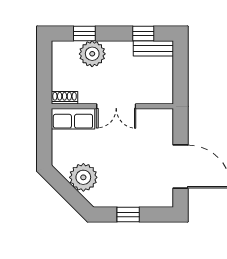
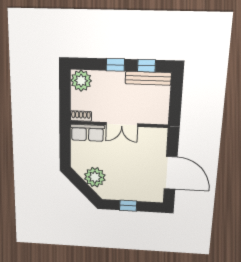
window: (84, 34) -> (115, 65), moved
bench: (153, 48) -> (148, 78), width x1.36
plant: (92, 54) -> (81, 81), moved

